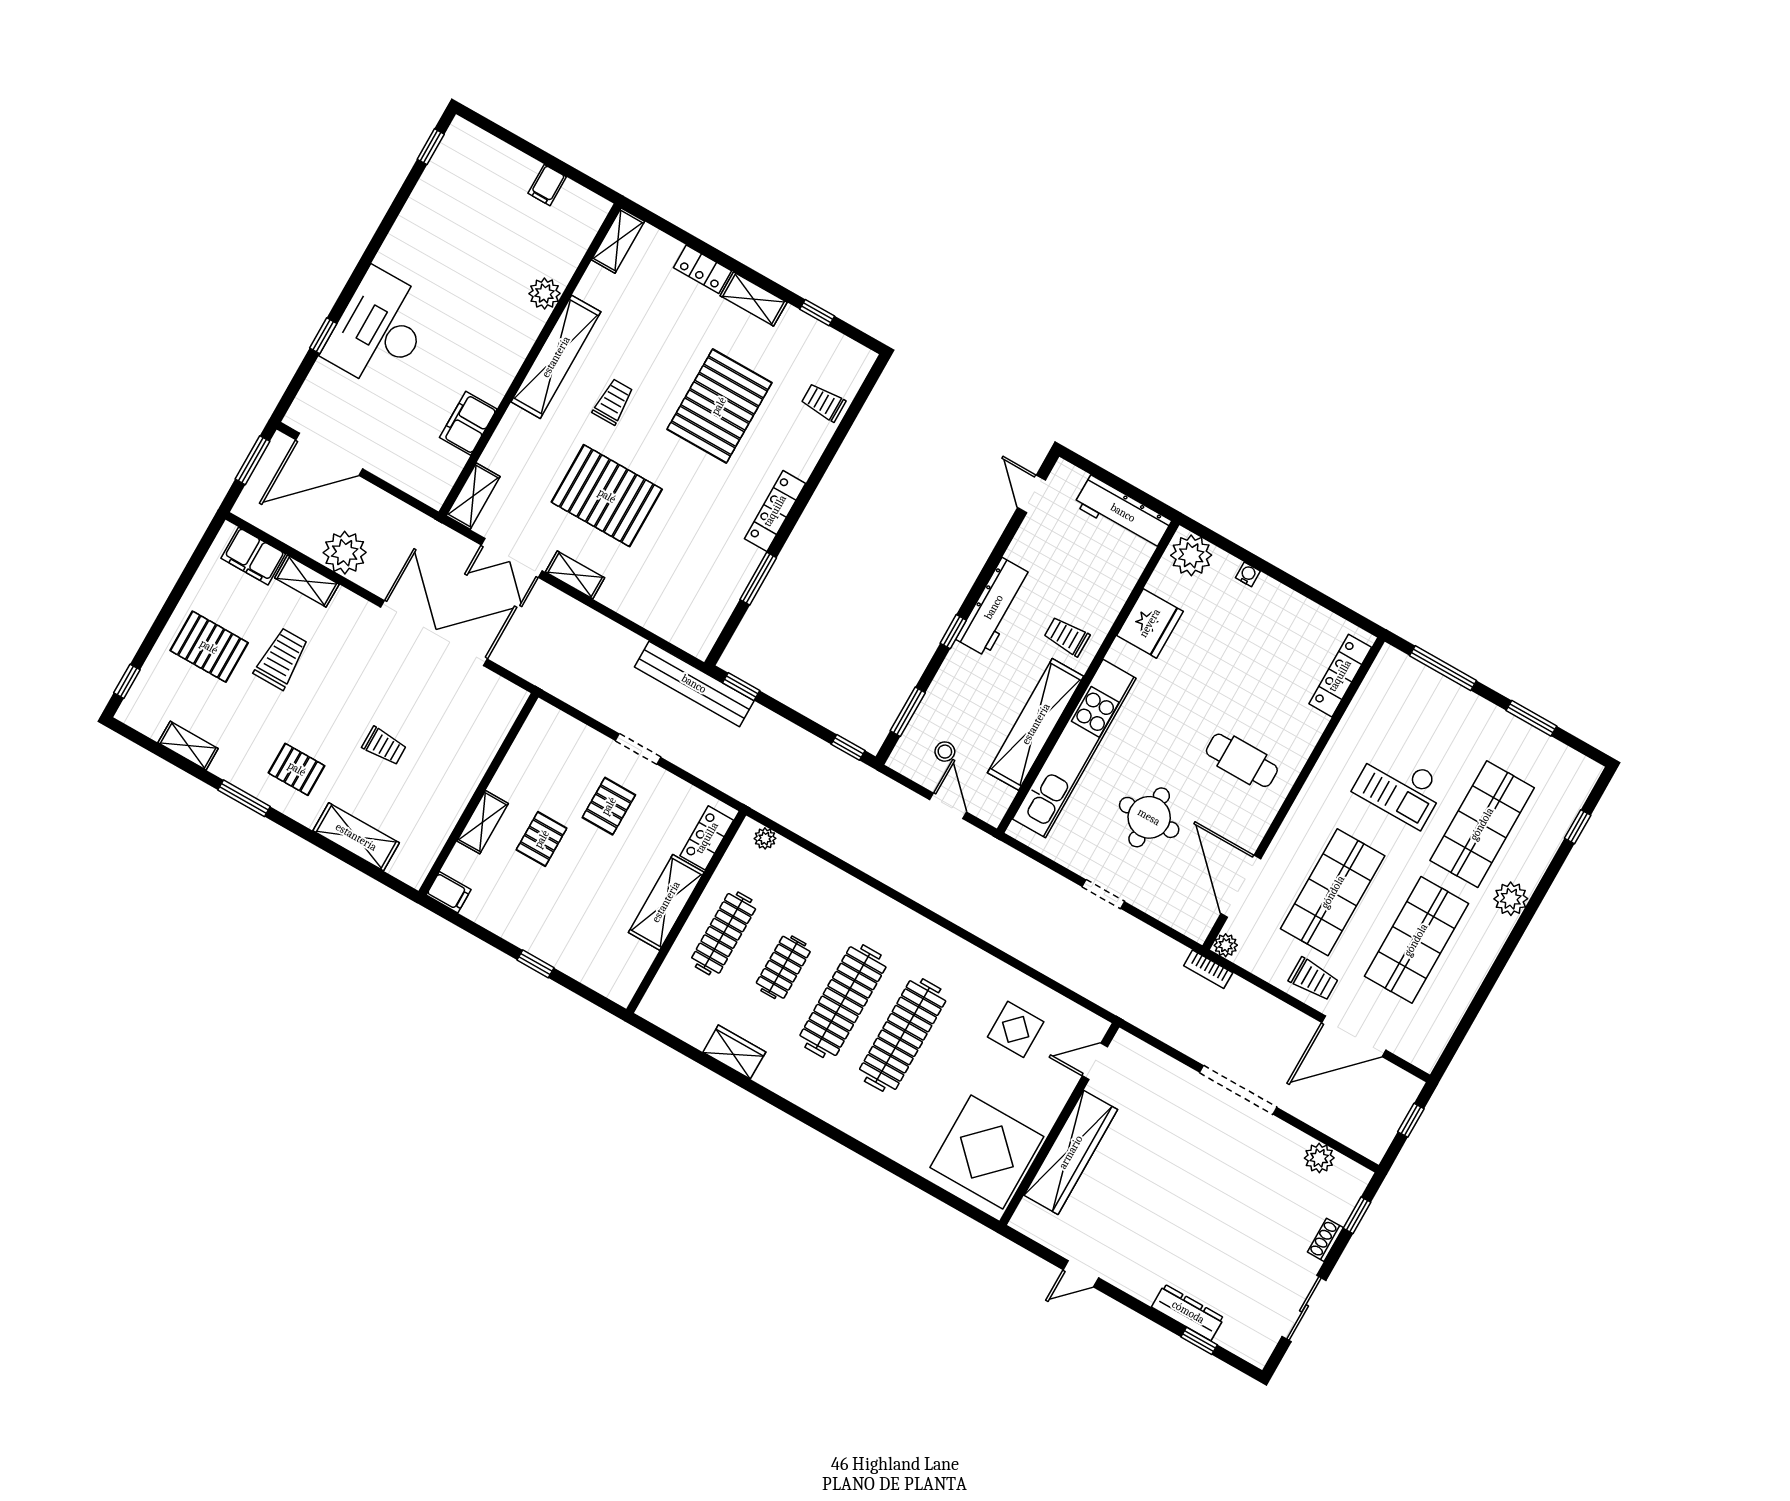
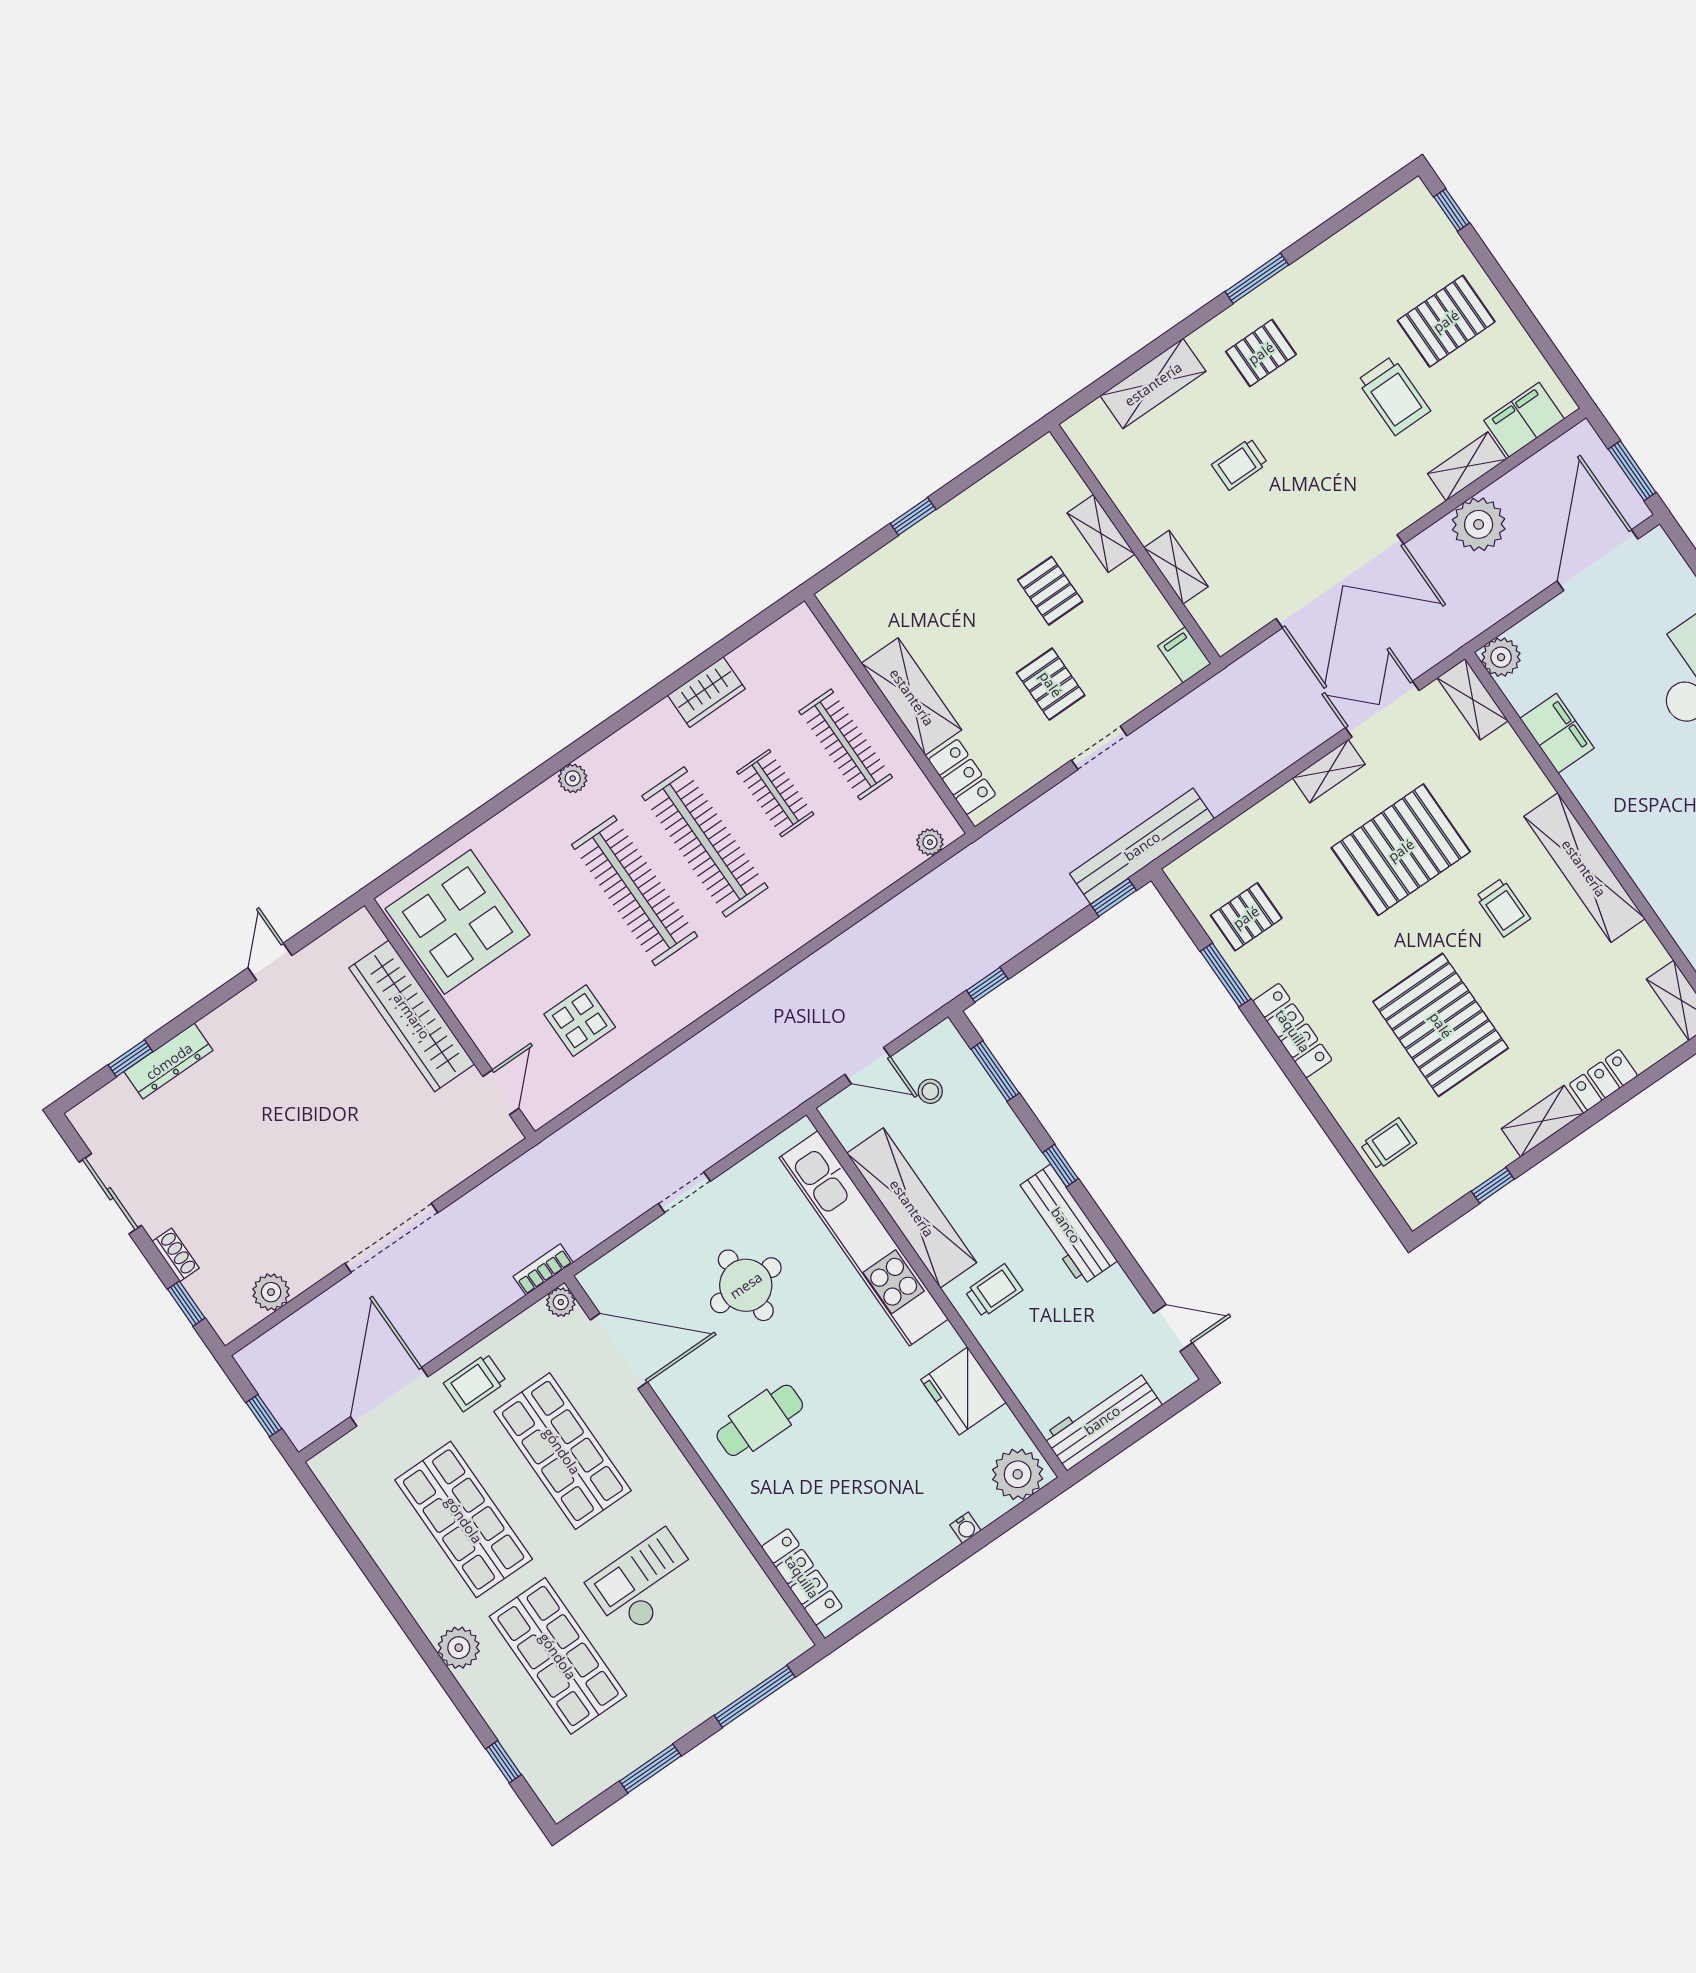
plant: (545, 294) -> (1501, 657), moved
pallet: (709, 584) -> (1246, 917), added
shelving: (188, 746) -> (1176, 567), moved, turned 90
filing cabinet: (449, 892) -> (1184, 655), moved, turned 90
plant: (843, 1119) -> (573, 778), added

